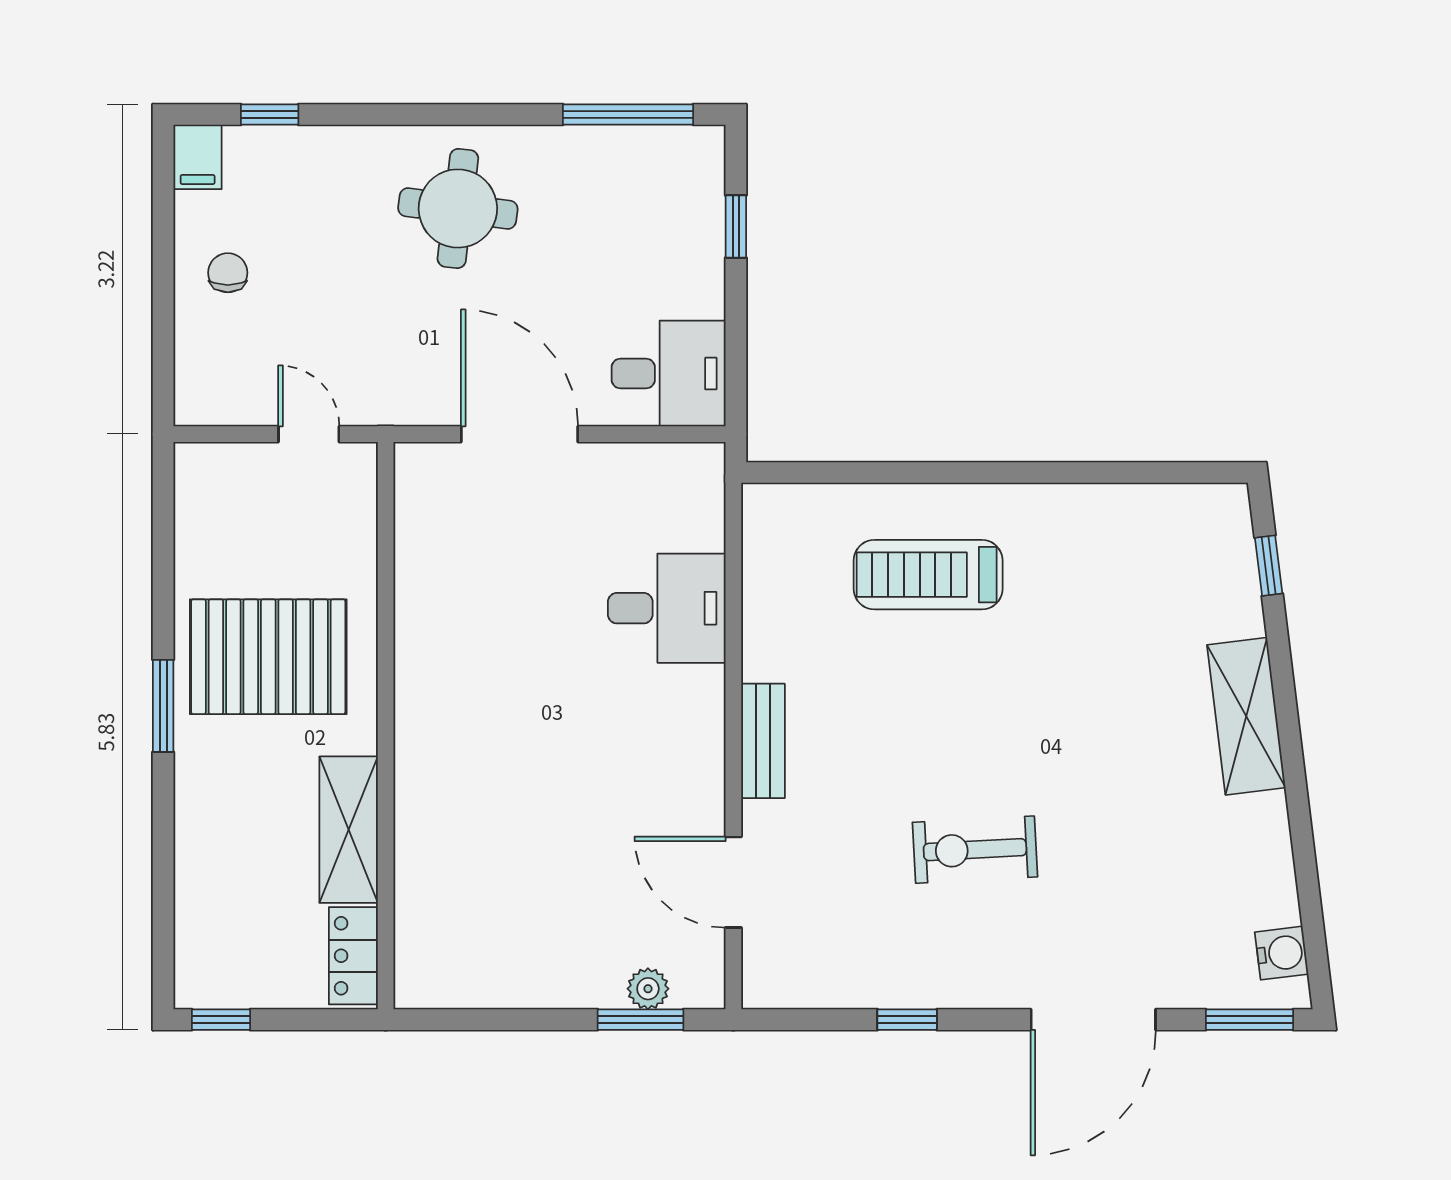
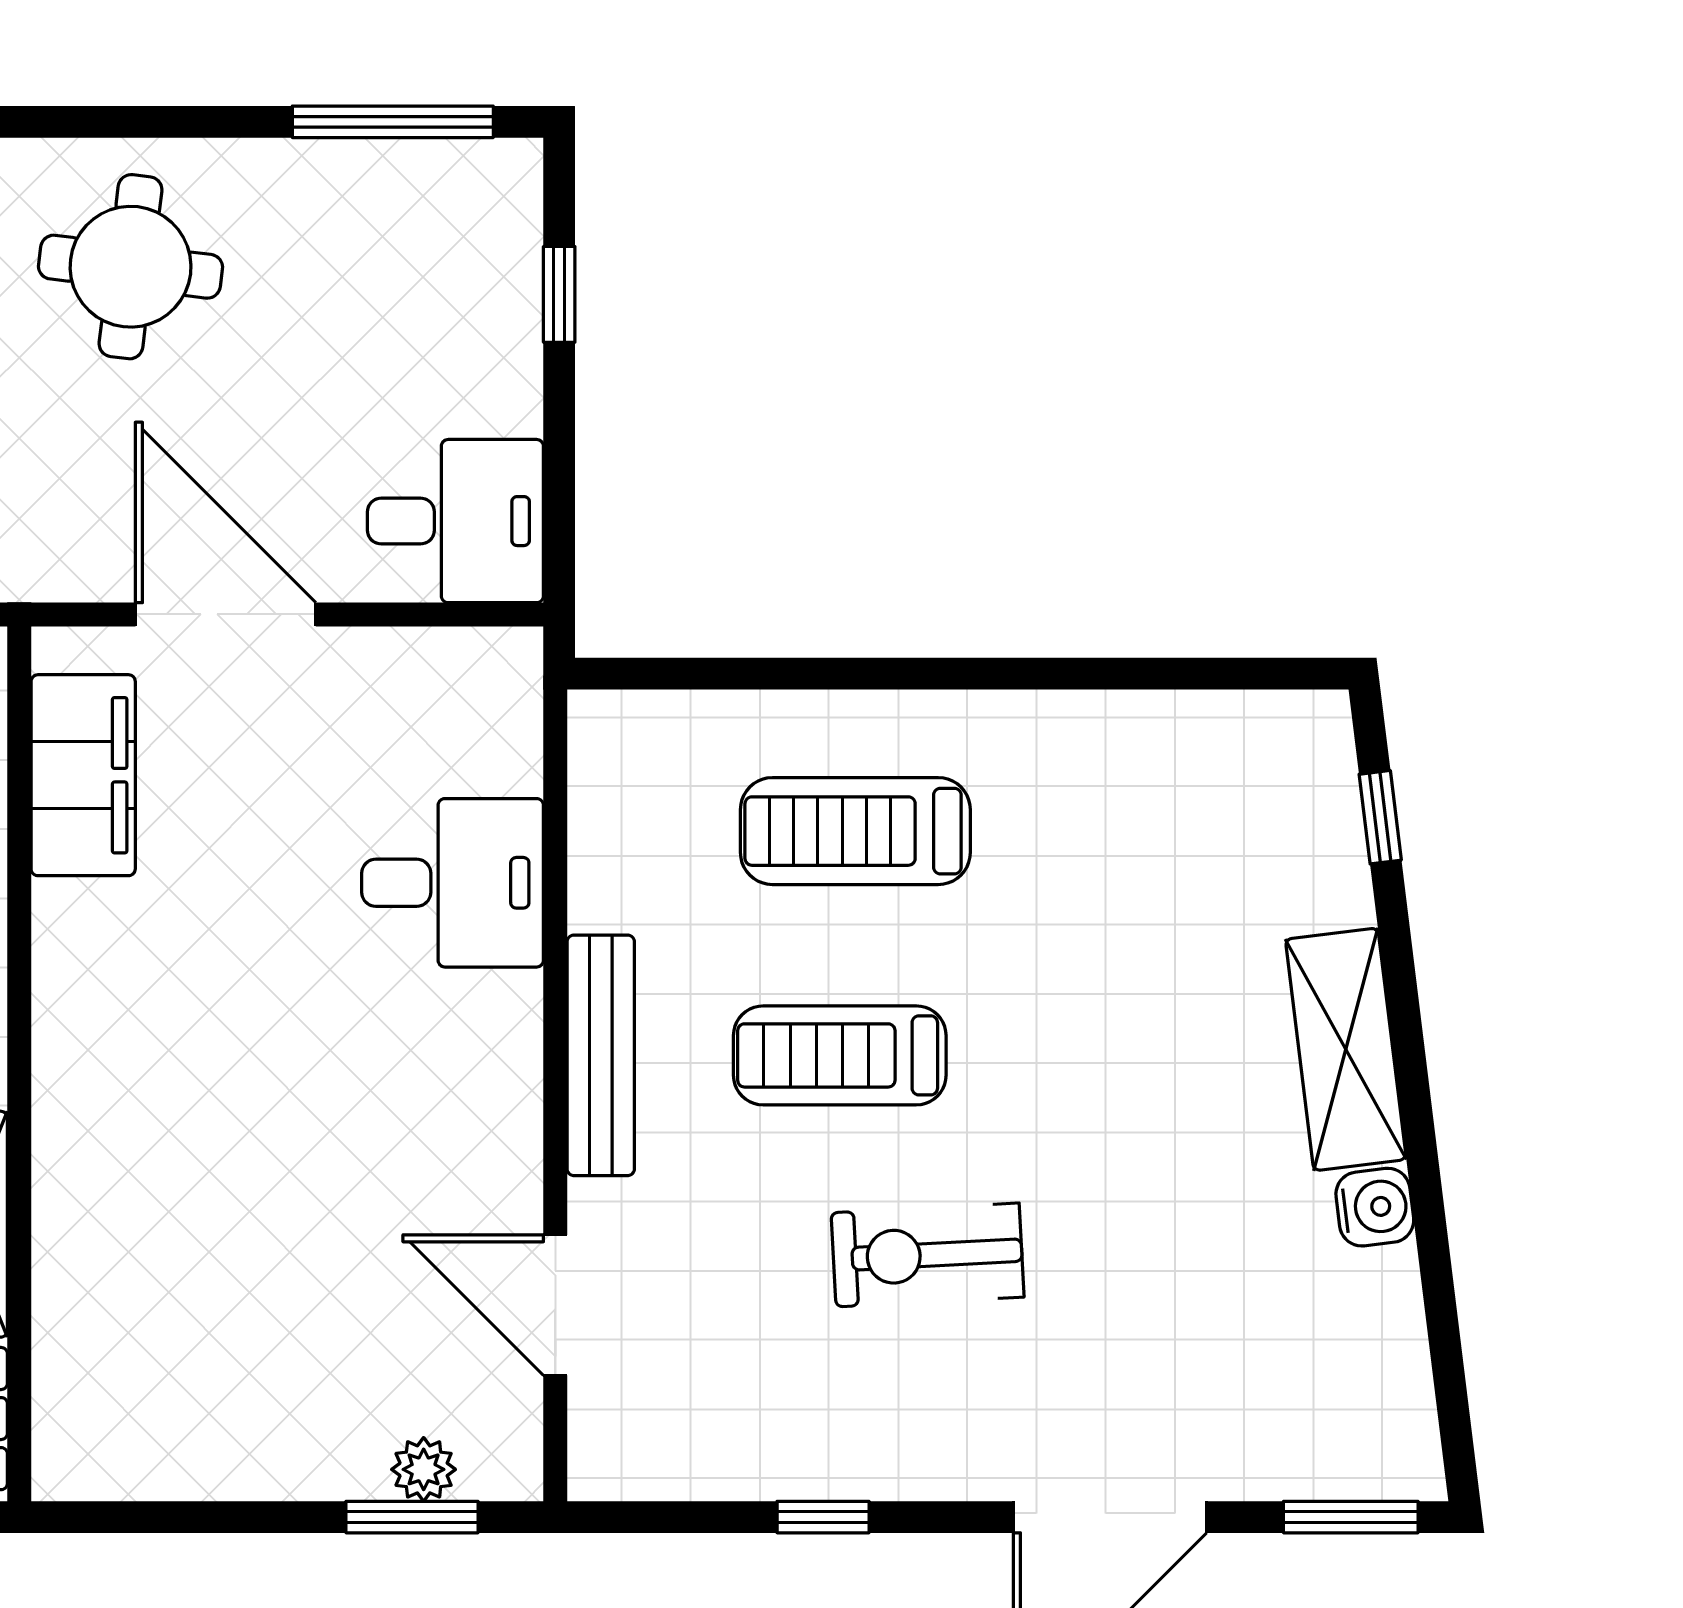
filing cabinet: (427, 538) -> (83, 775), added
treadmill: (918, 720) -> (840, 1055), added
bench: (763, 741) -> (601, 1055), width x1.36
water cooler: (1282, 953) -> (1375, 1207), moved

